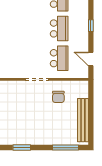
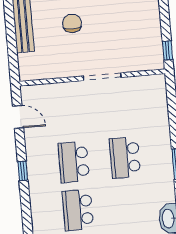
school desk: (59, 58) -> (125, 158), moved
chair: (58, 97) -> (72, 23), moved

